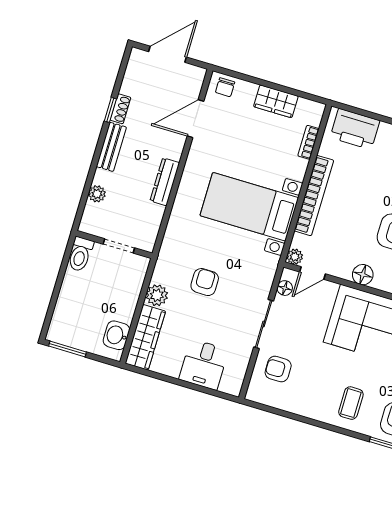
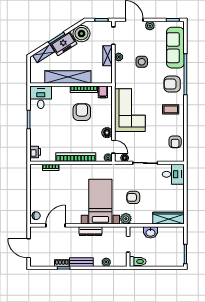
wardrobe: (276, 101) -> (36, 189), removed
door: (195, 119) -> (56, 225), swing flipped
printer: (355, 129) -> (35, 152), width x0.53, depth x0.68
bed with nightstands: (249, 207) -> (100, 202), moved, turned 180
floor lamp: (363, 275) -> (107, 133), moved
plant: (157, 295) -> (126, 219), moved
washbasin: (116, 335) -> (151, 232), moved
desk: (204, 364) -> (173, 174), moved
armchair: (278, 369) -> (175, 142), moved

